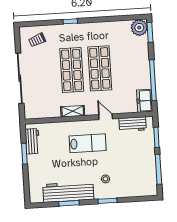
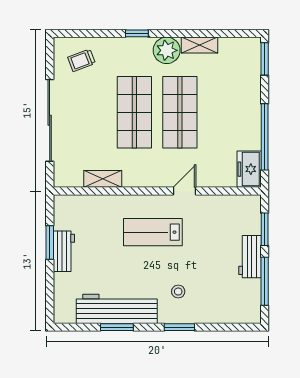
shelving: (109, 26) -> (199, 45), added
plant: (139, 28) -> (167, 50), moved
shelving: (73, 111) -> (103, 179), moved
door: (106, 117) -> (185, 191), hinge flipped
workbench: (133, 124) -> (250, 257), moved, turned 90
workbench: (32, 141) -> (64, 251), moved
lab bench: (88, 143) -> (153, 232), turned 180

